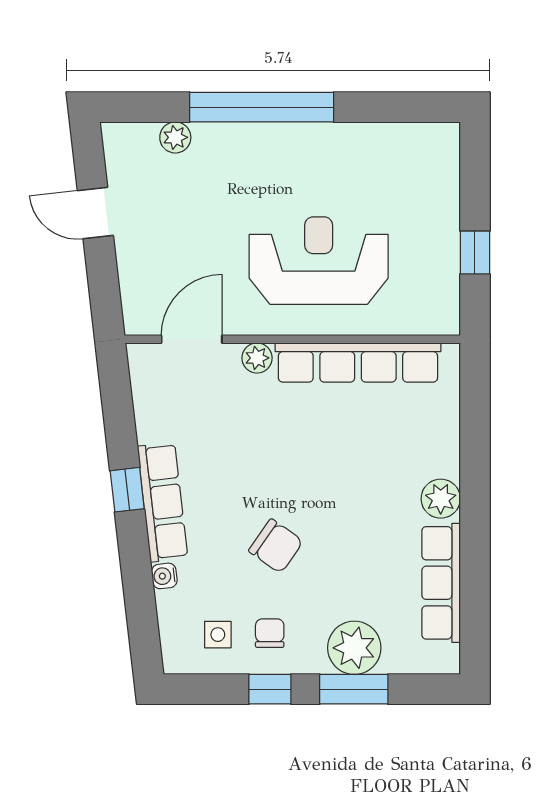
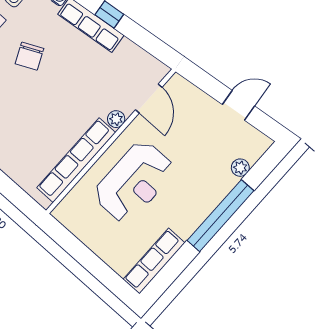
row of seats: (400, 141) -> (154, 261), added
window: (475, 252) -> (79, 251), removed
chair: (276, 546) -> (29, 56), turned -60

